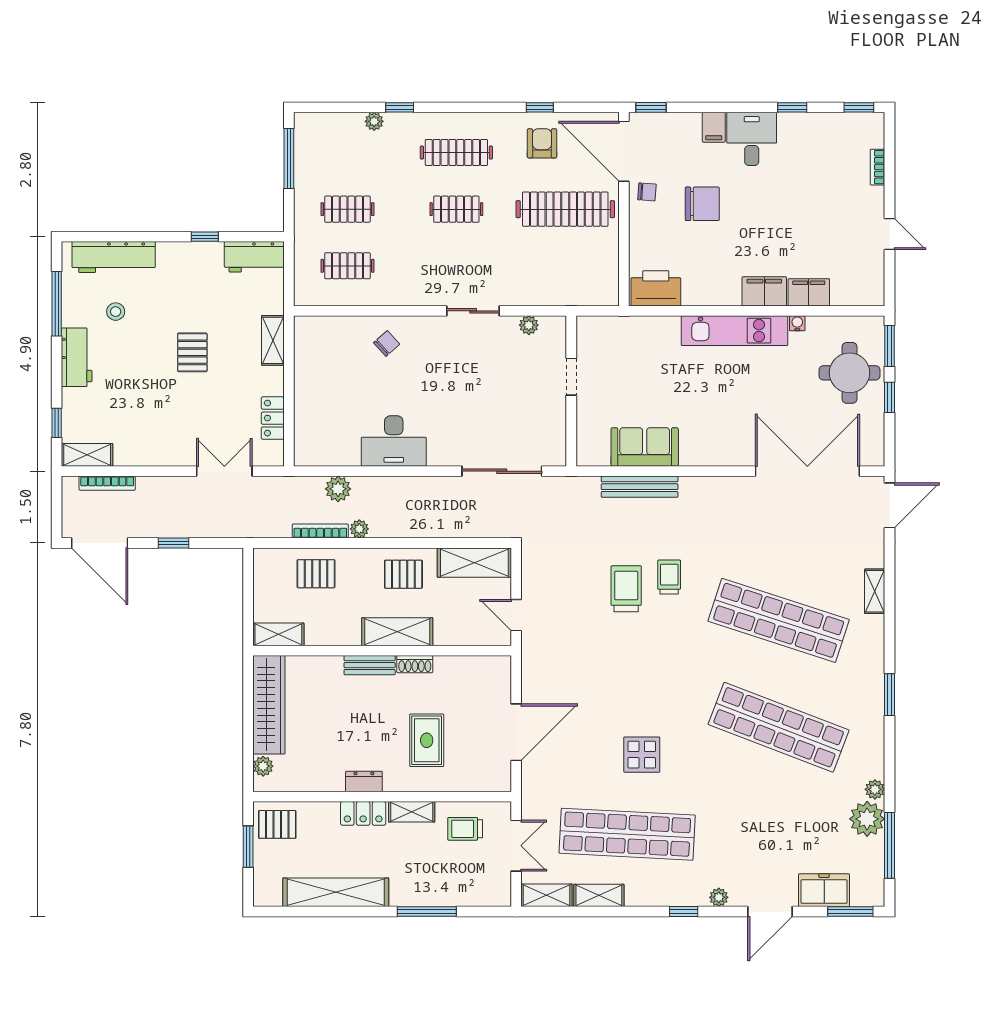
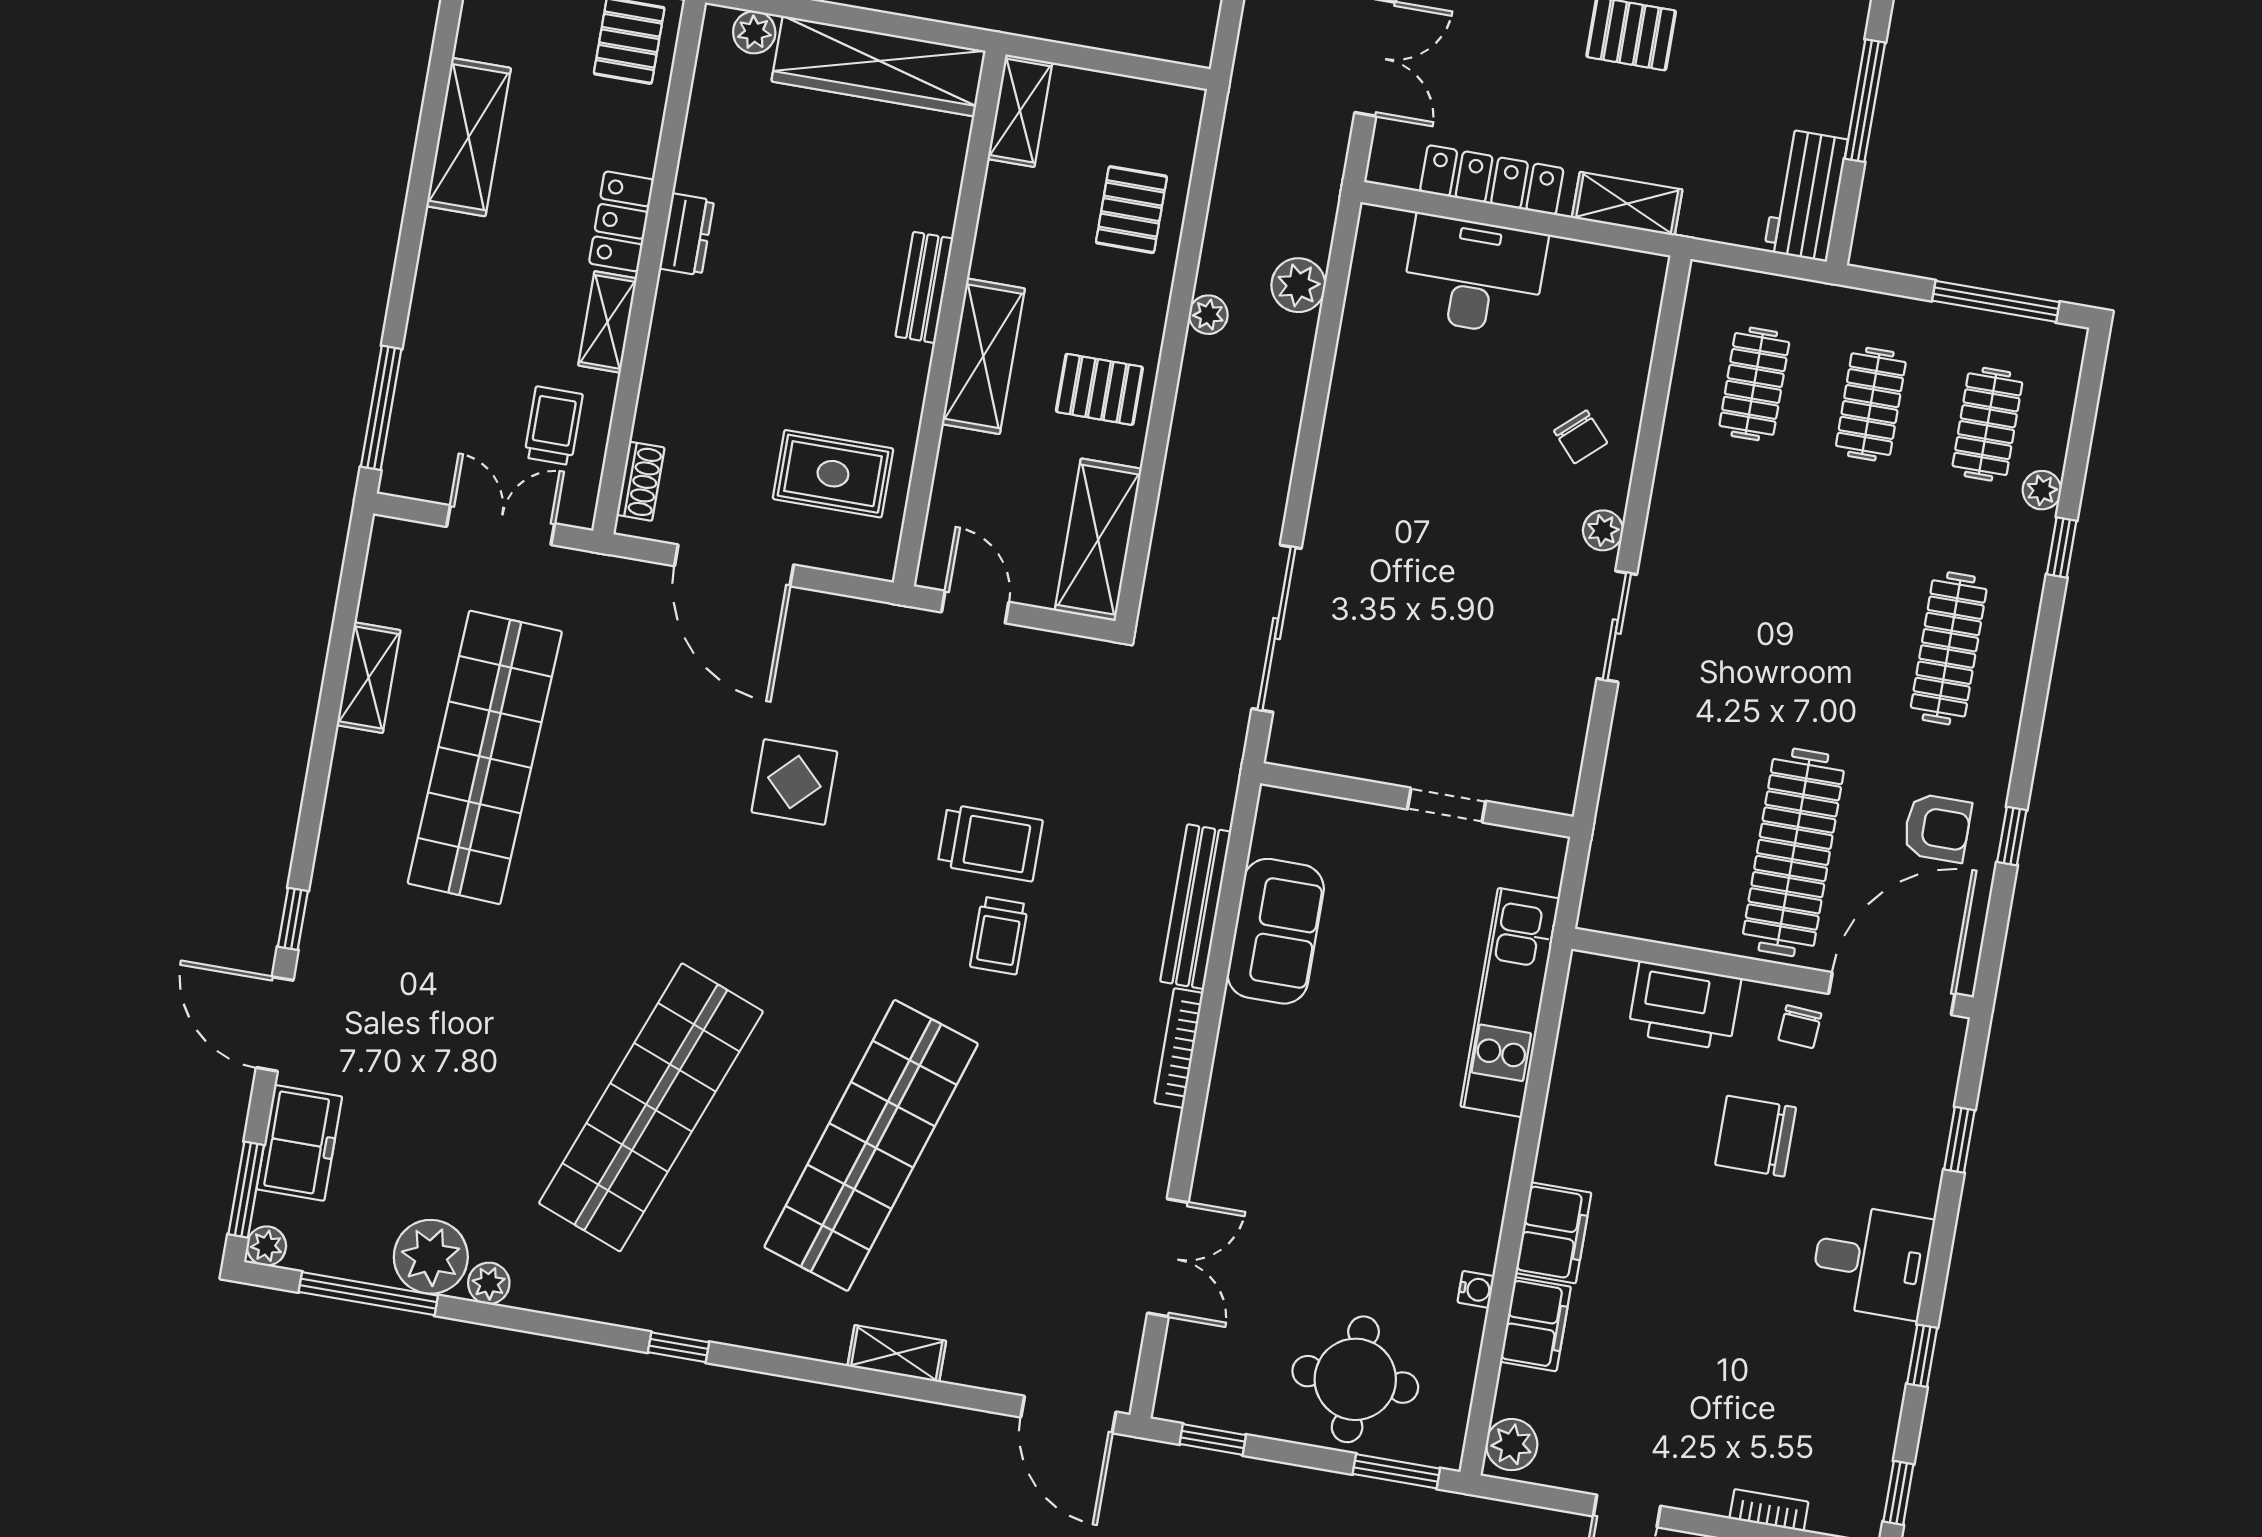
window: (651, 107) -> (1959, 1140), moved
filing cabinet: (714, 127) -> (1909, 1187), removed
chair: (702, 204) -> (1756, 1136), turned 90
clothes rail: (456, 209) -> (1987, 424), moved
window: (205, 237) -> (1865, 101), width x2.17
printer: (656, 288) -> (1684, 1006), moved, turned 90
plant: (868, 294) -> (1512, 1445), added
plant: (529, 325) -> (1603, 530), moved
kitchen unit: (734, 331) -> (1510, 1002), moved
window: (890, 397) -> (1213, 1440), moved
locker: (273, 418) -> (1492, 180), width x1.53
desk: (394, 441) -> (1474, 275), moved, turned 90
double door: (807, 471) -> (1168, 1258), width x0.54
bookcase: (320, 531) -> (1179, 1048), moved, turned 180
pallet: (403, 574) -> (1099, 389), turned 90
trolley: (669, 577) -> (999, 936), turned 90
door: (516, 615) -> (975, 607), hinge flipped
shoe rack: (415, 664) -> (641, 481), moved, turned 180
window: (890, 695) -> (679, 1347), width x0.67
rug: (427, 740) -> (833, 474), moved
display table: (642, 755) -> (794, 782), moved
double door: (516, 846) -> (501, 525), swing flipped
shelving: (336, 892) -> (469, 137), width x0.68
shelving: (546, 895) -> (388, 570), removed
plant: (719, 897) -> (266, 1246), moved
window: (427, 912) -> (381, 408), moved
window: (684, 912) -> (293, 919), moved

